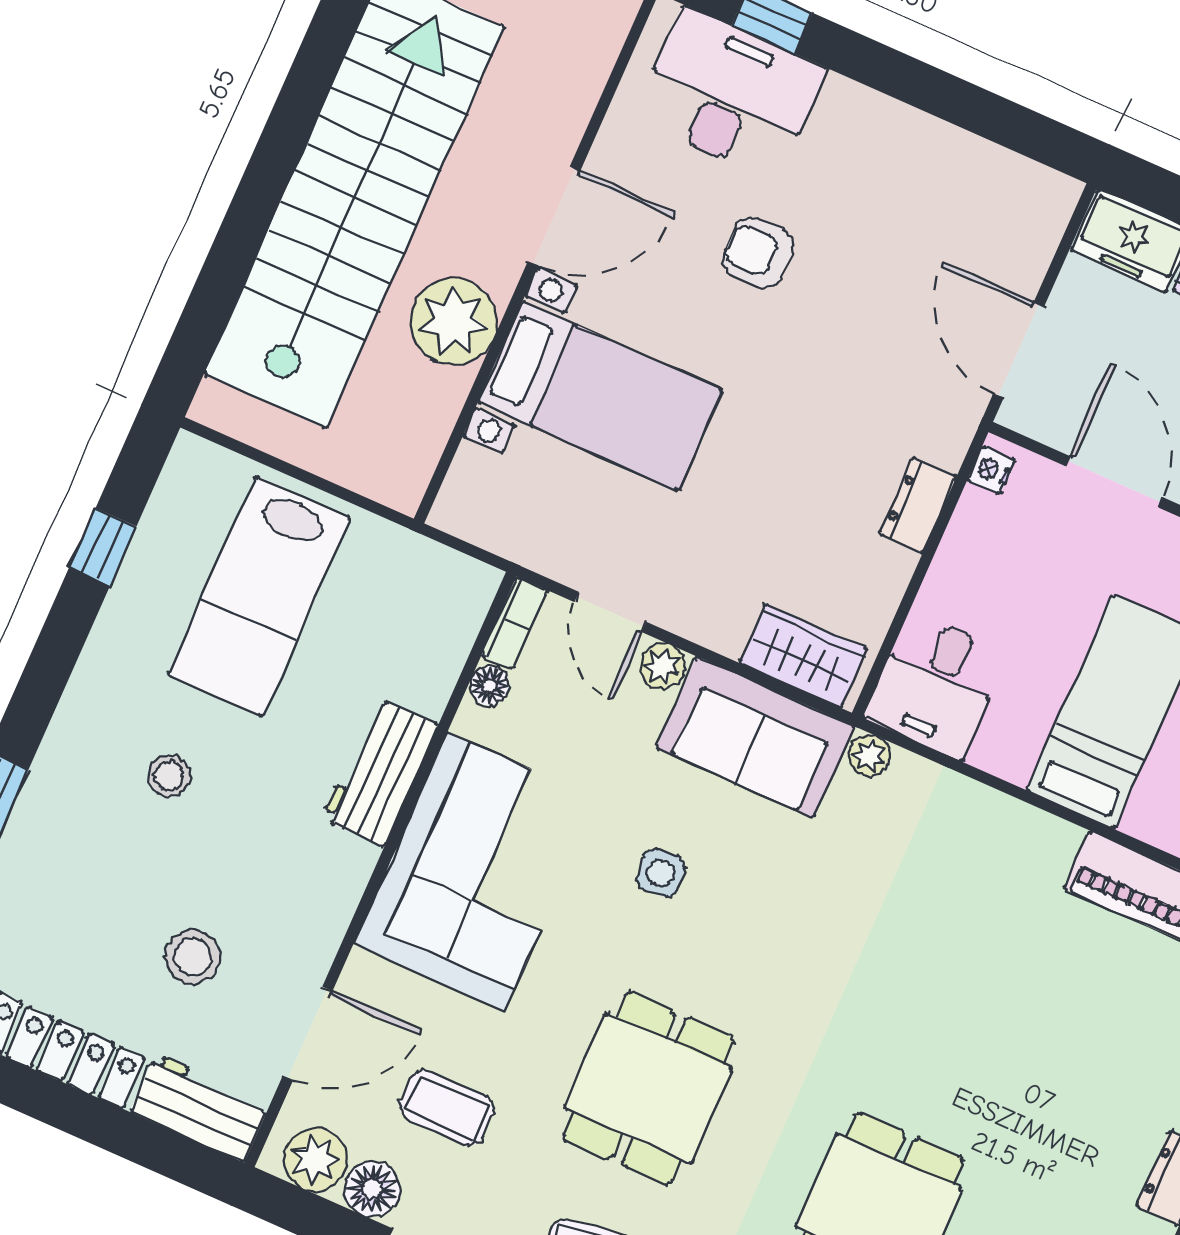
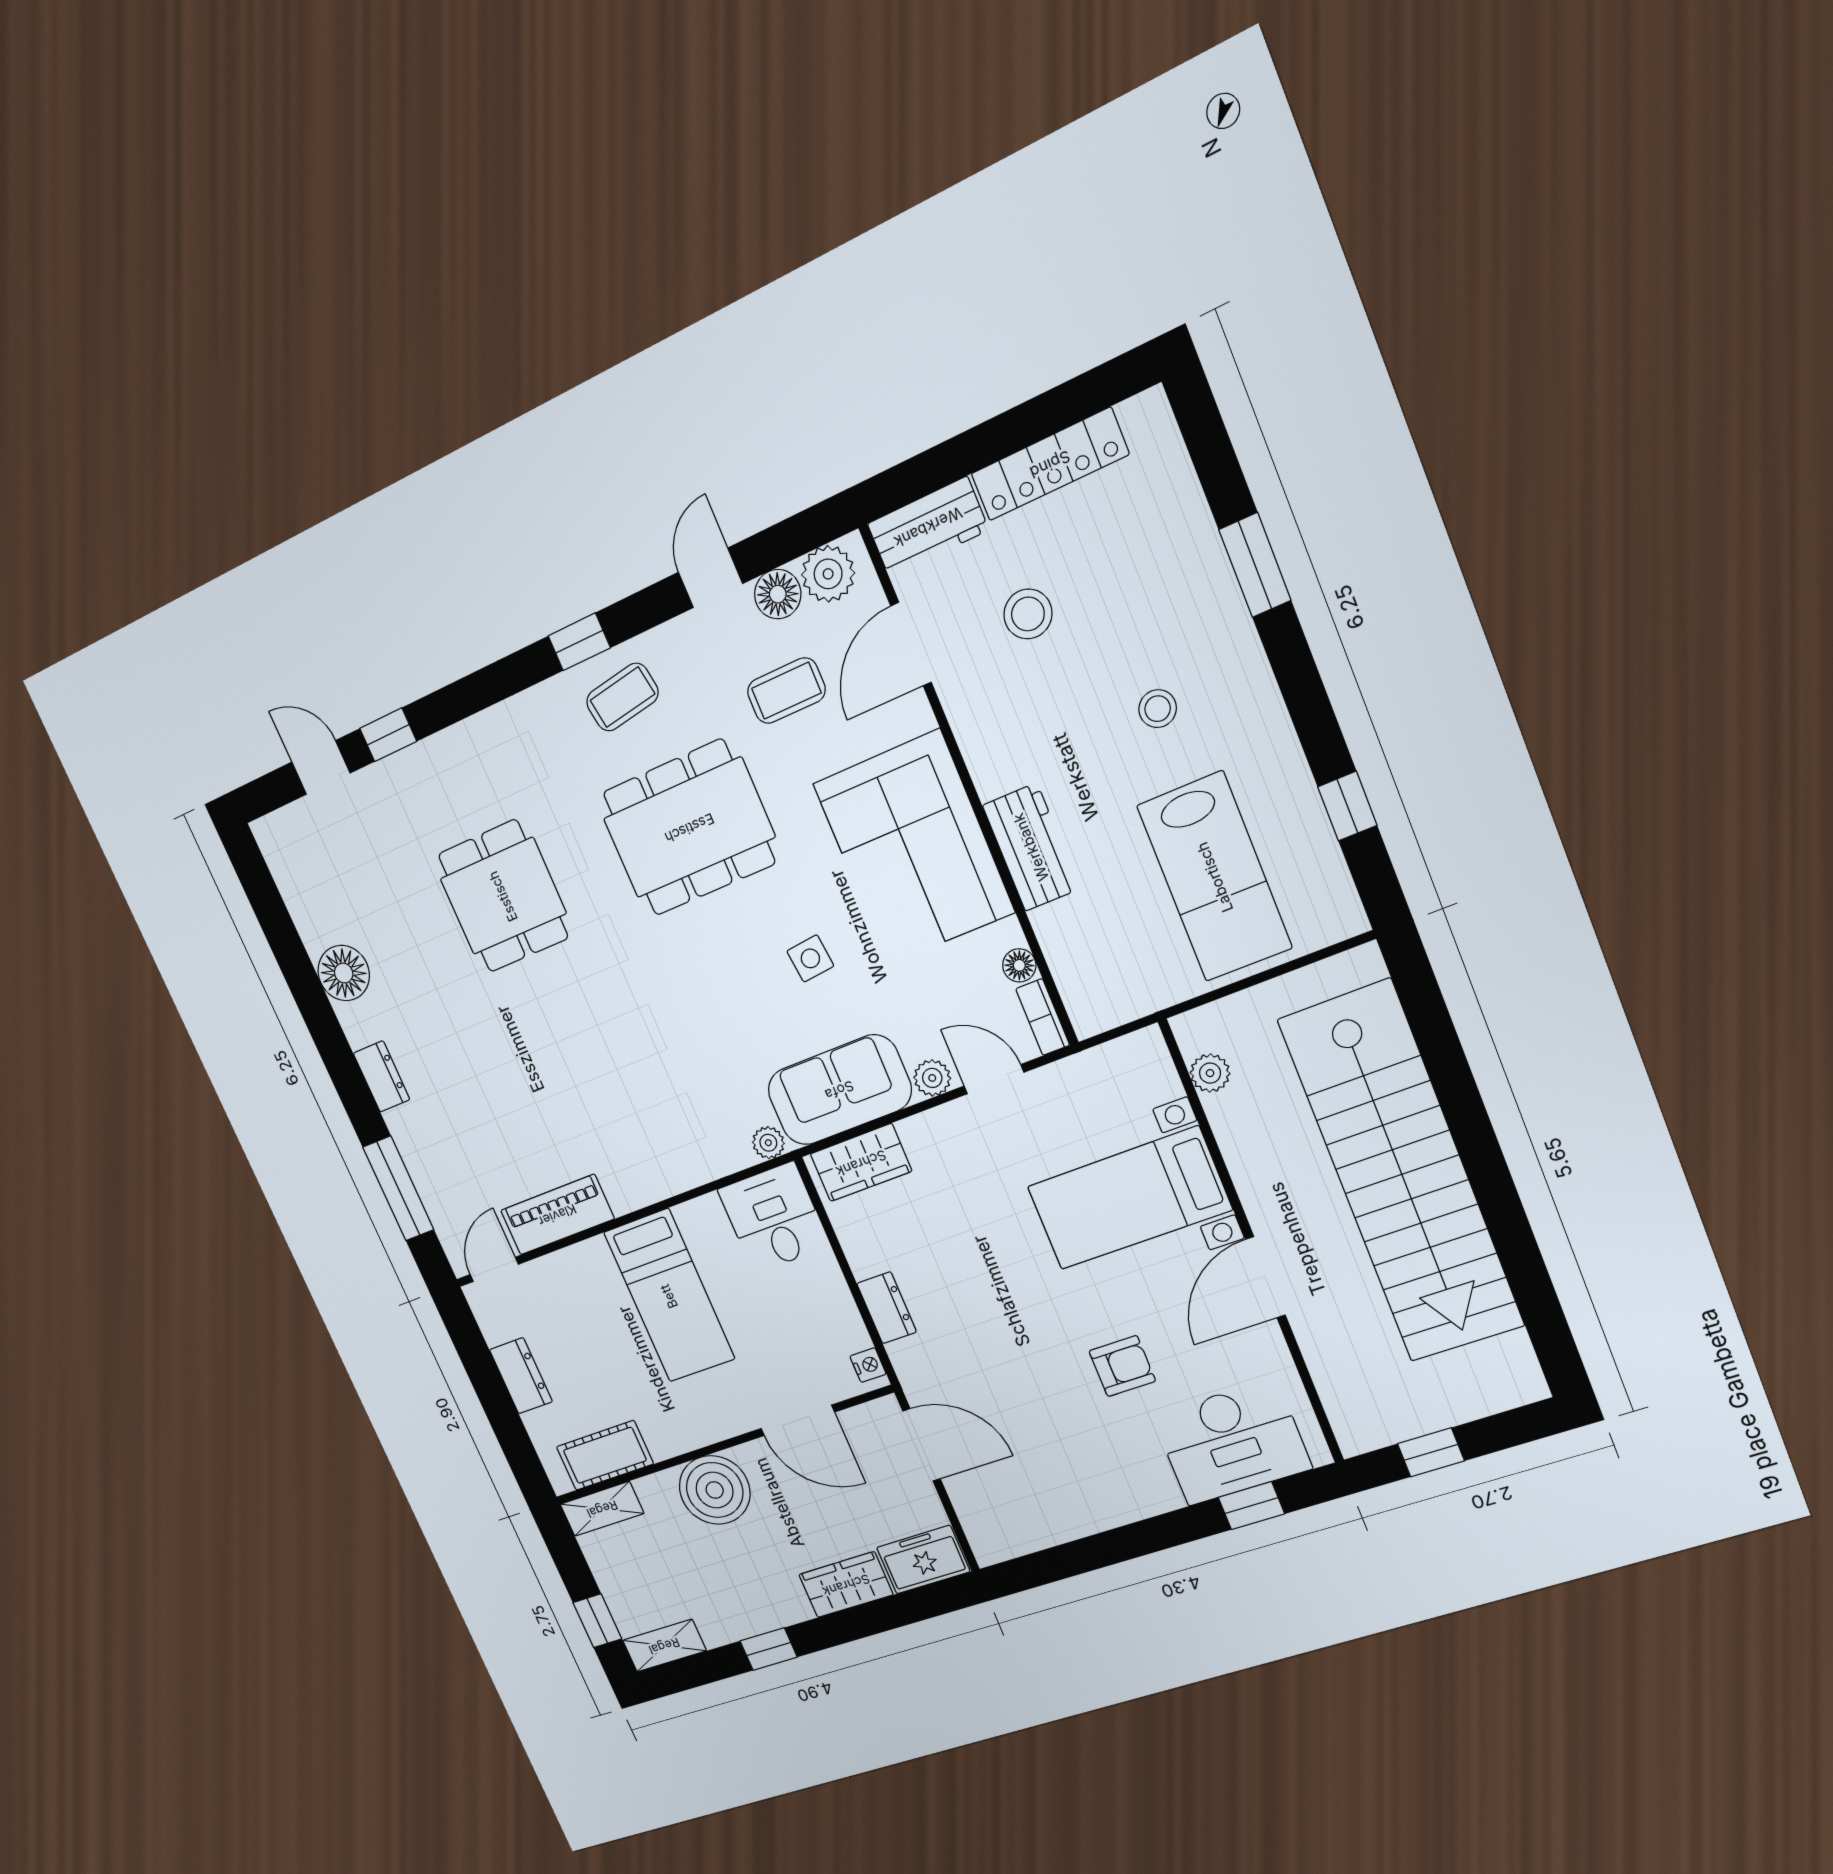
plant: (454, 322) -> (1210, 1073), moved, width x0.53, depth x0.53
lab bench: (259, 596) -> (1215, 877), turned 180
dining table: (649, 1088) -> (689, 828), width x1.38

